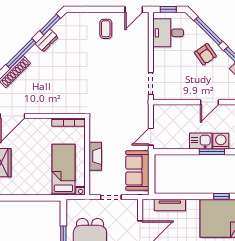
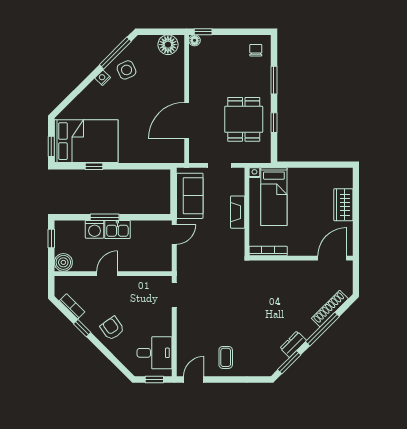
window: (208, 31) -> (109, 355), removed
tv unit: (170, 205) -> (153, 156), removed

